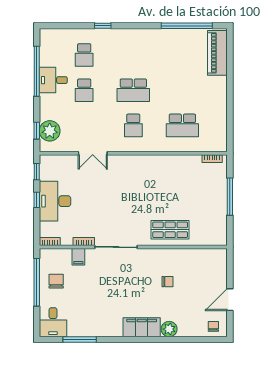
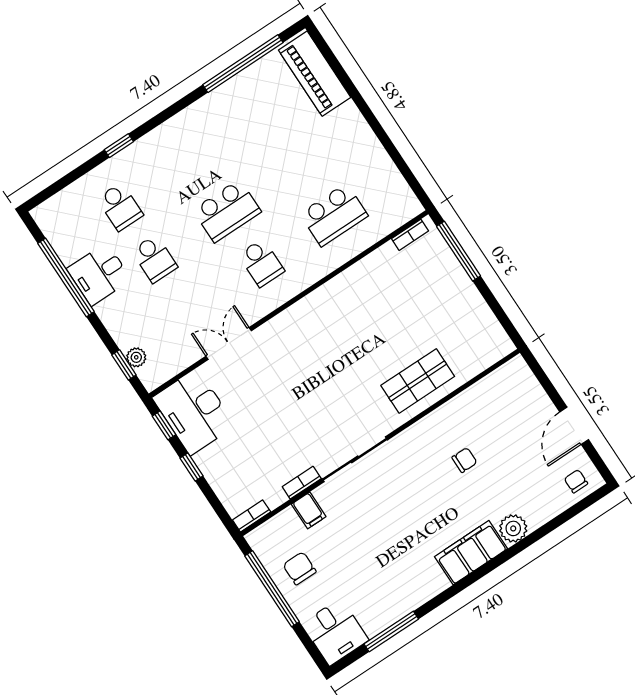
plant: (50, 131) -> (136, 357), width x0.53, depth x0.53
double door: (93, 153) -> (229, 344), swing flipped
window: (230, 197) -> (459, 251), moved
desk: (55, 201) -> (194, 412), moved

